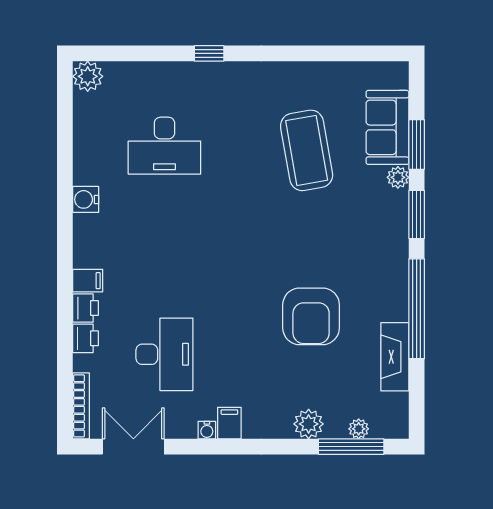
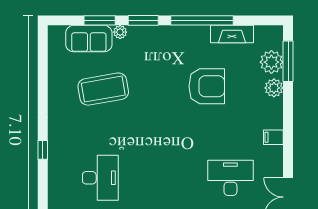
plant: (359, 429) -> (271, 62), width x1.88, depth x1.88
water cooler: (207, 430) -> (278, 151), removed

